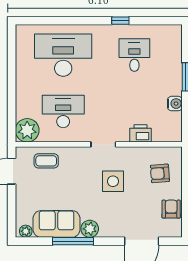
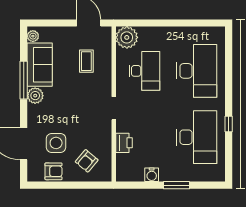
desk: (134, 55) -> (197, 137), width x1.87, depth x1.30
coffee table: (46, 161) -> (86, 61), moved
armchair: (160, 173) -> (87, 161), turned -136
side table: (113, 181) -> (56, 143), moved

